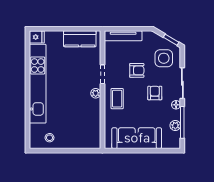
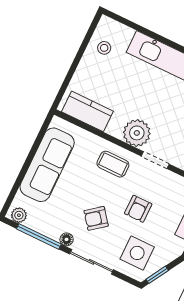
plant: (96, 93) -> (137, 133), width x1.88, depth x1.88
armchair: (155, 93) -> (96, 218), turned 142
plant: (175, 126) -> (19, 215), moved
kitchen counter: (93, 129) -> (87, 111), added

